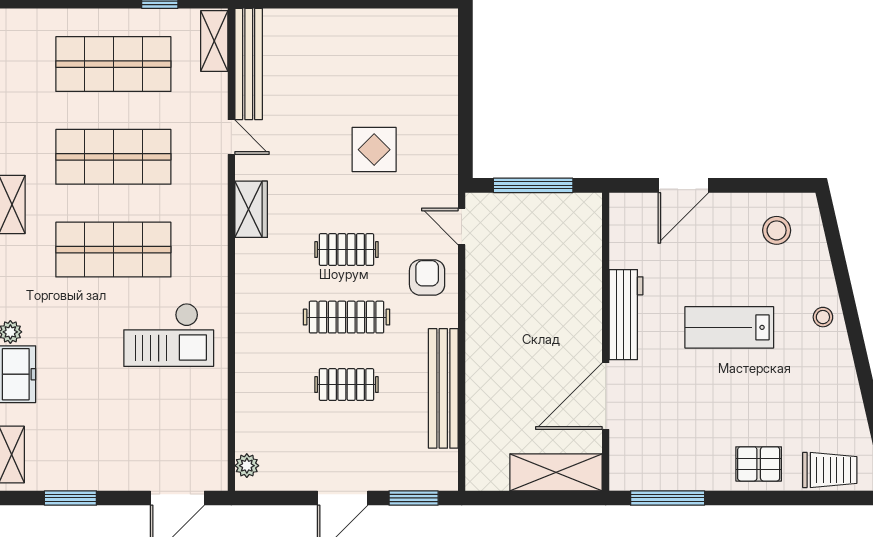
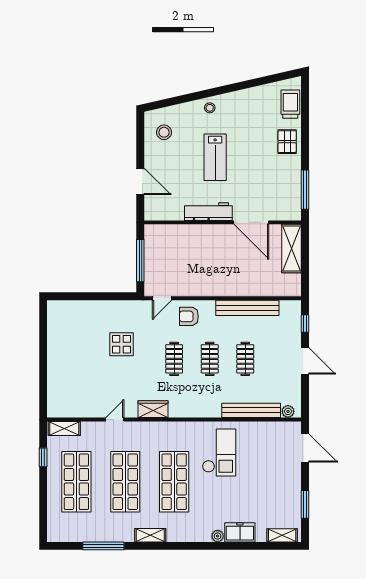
bench: (249, 64) -> (251, 410), moved
clothes rail: (347, 317) -> (210, 359), width x0.73
window: (414, 498) -> (305, 324), width x0.67

